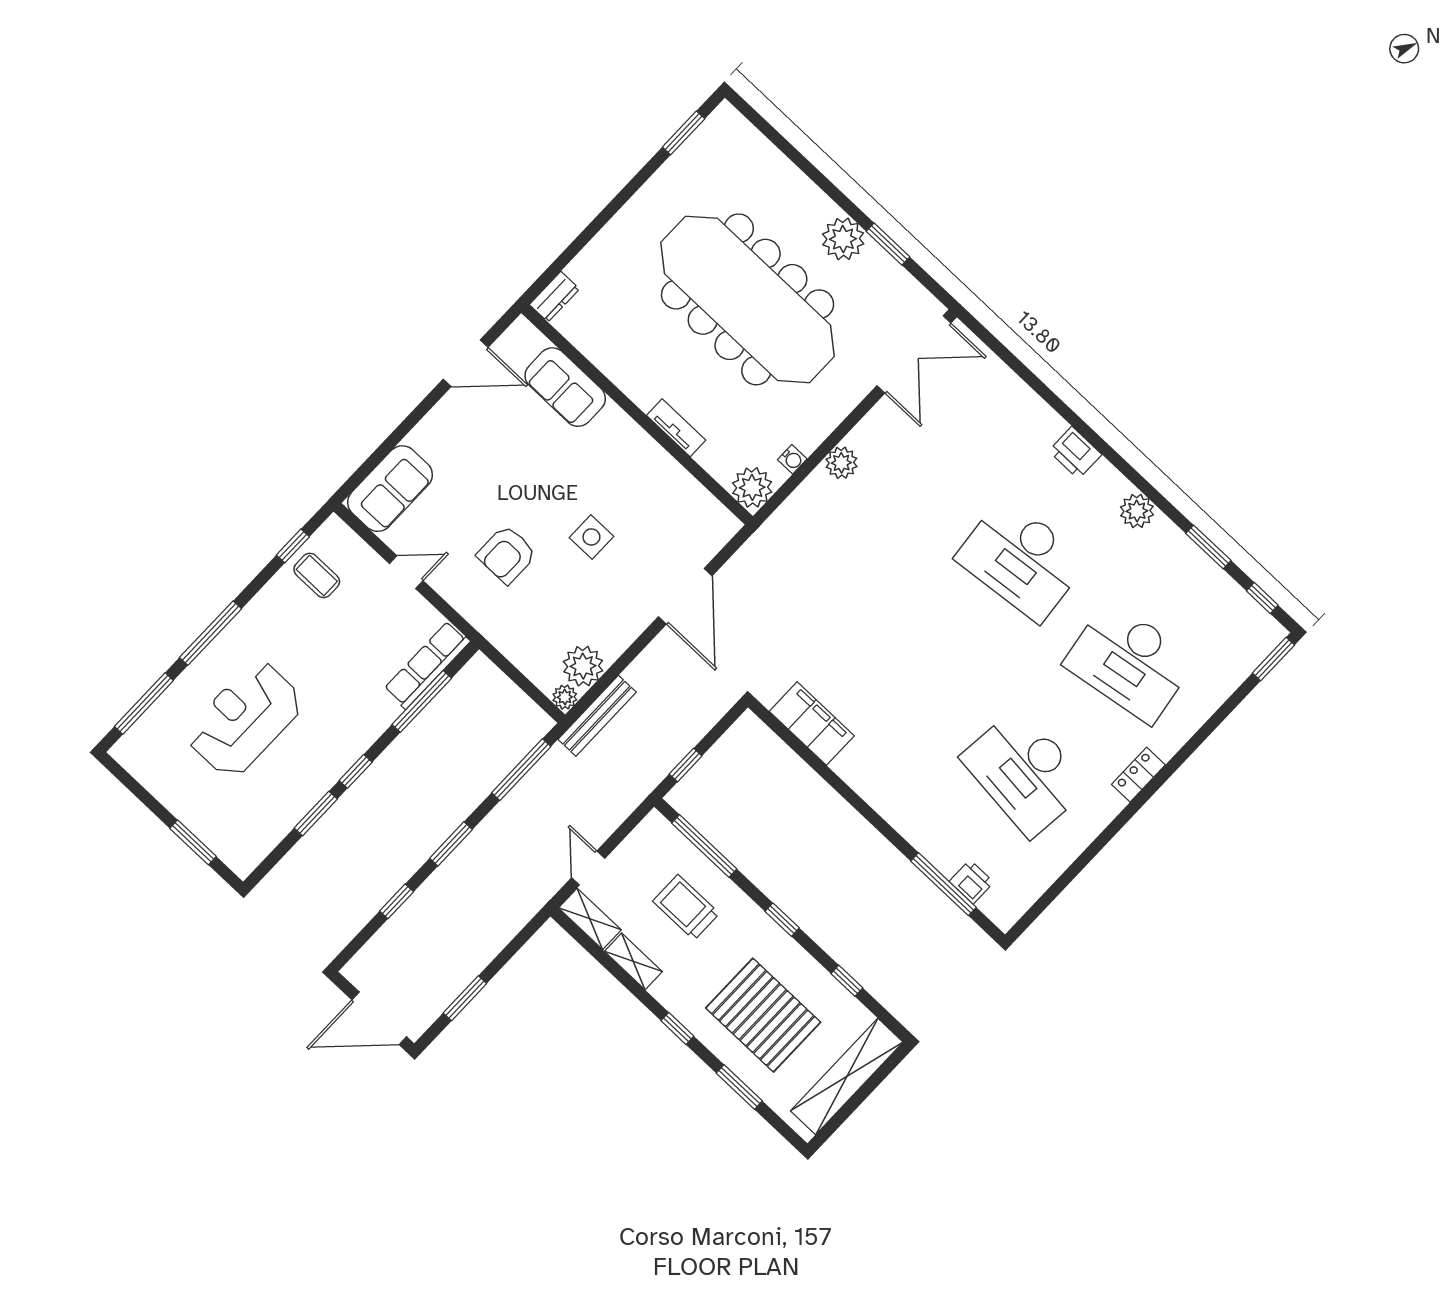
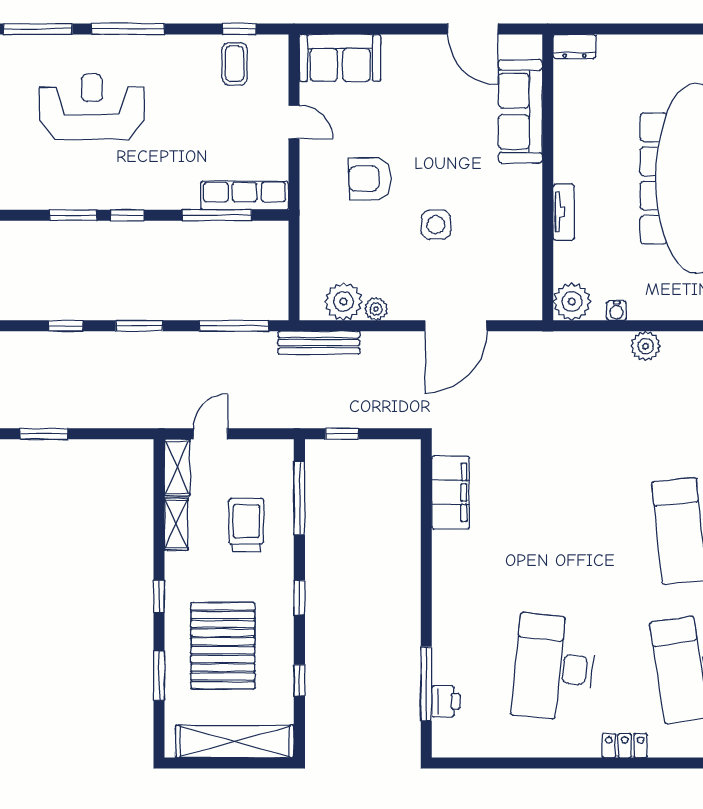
sofa: (565, 387) -> (520, 111), width x1.36
plant: (565, 697) -> (376, 309), moved

